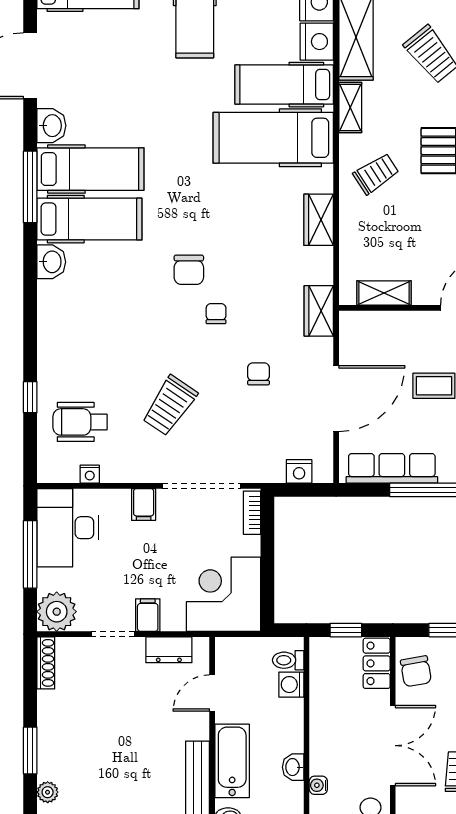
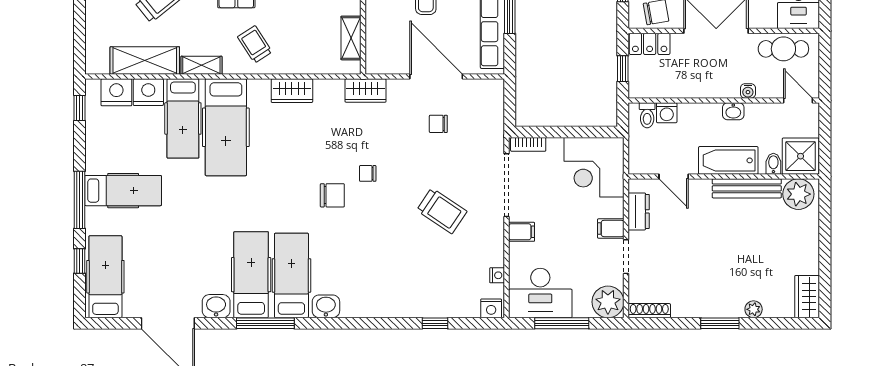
chair: (259, 374) -> (438, 124), moved
wheelchair: (80, 422) -> (455, 283), removed
nightstand: (299, 471) -> (491, 308), moved, turned 90

